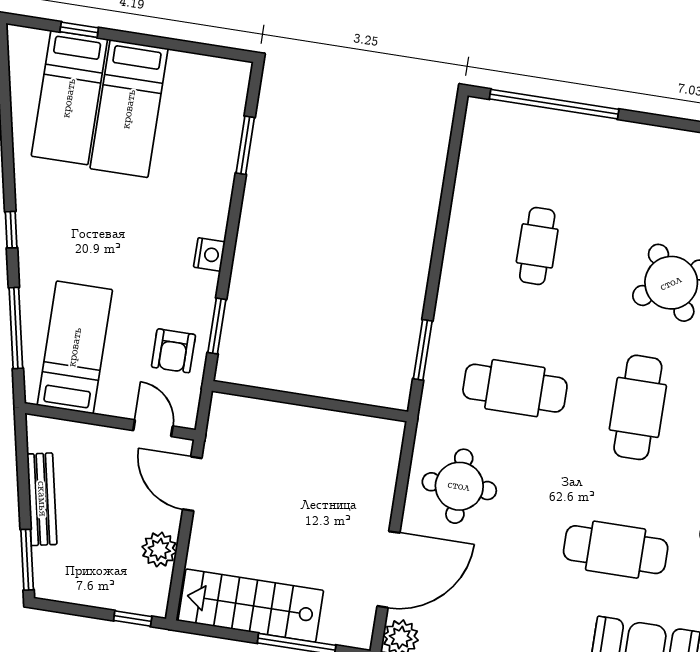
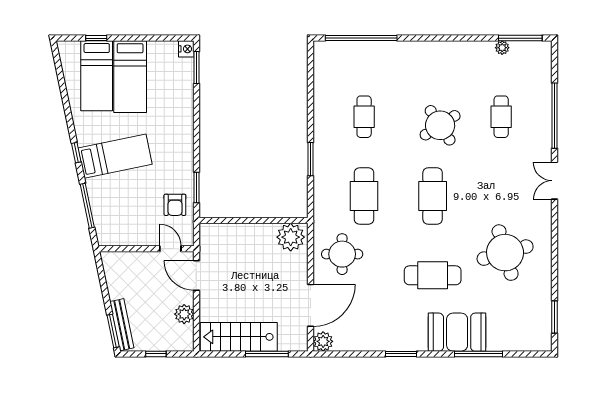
window: (245, 145) -> (196, 67), moved
nightstand: (209, 255) -> (186, 49), moved
bed: (75, 347) -> (115, 156), moved, turned 78
window: (423, 350) -> (311, 159), moved
cafe table: (515, 388) -> (364, 196), turned 90
plant: (372, 441) -> (291, 237), added
bench: (42, 499) -> (122, 325), moved
window: (133, 619) -> (156, 354), moved

